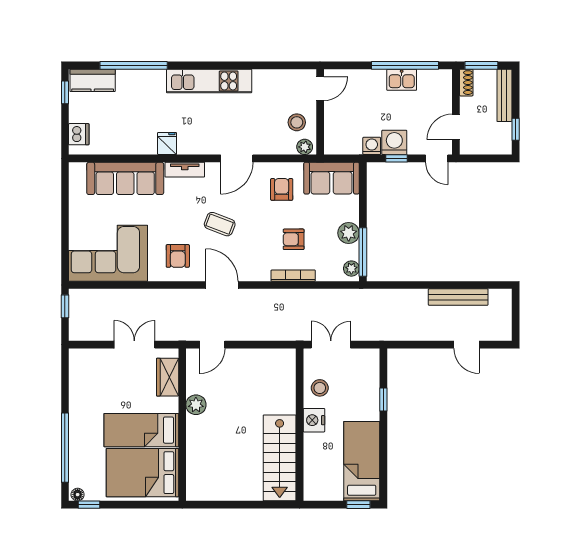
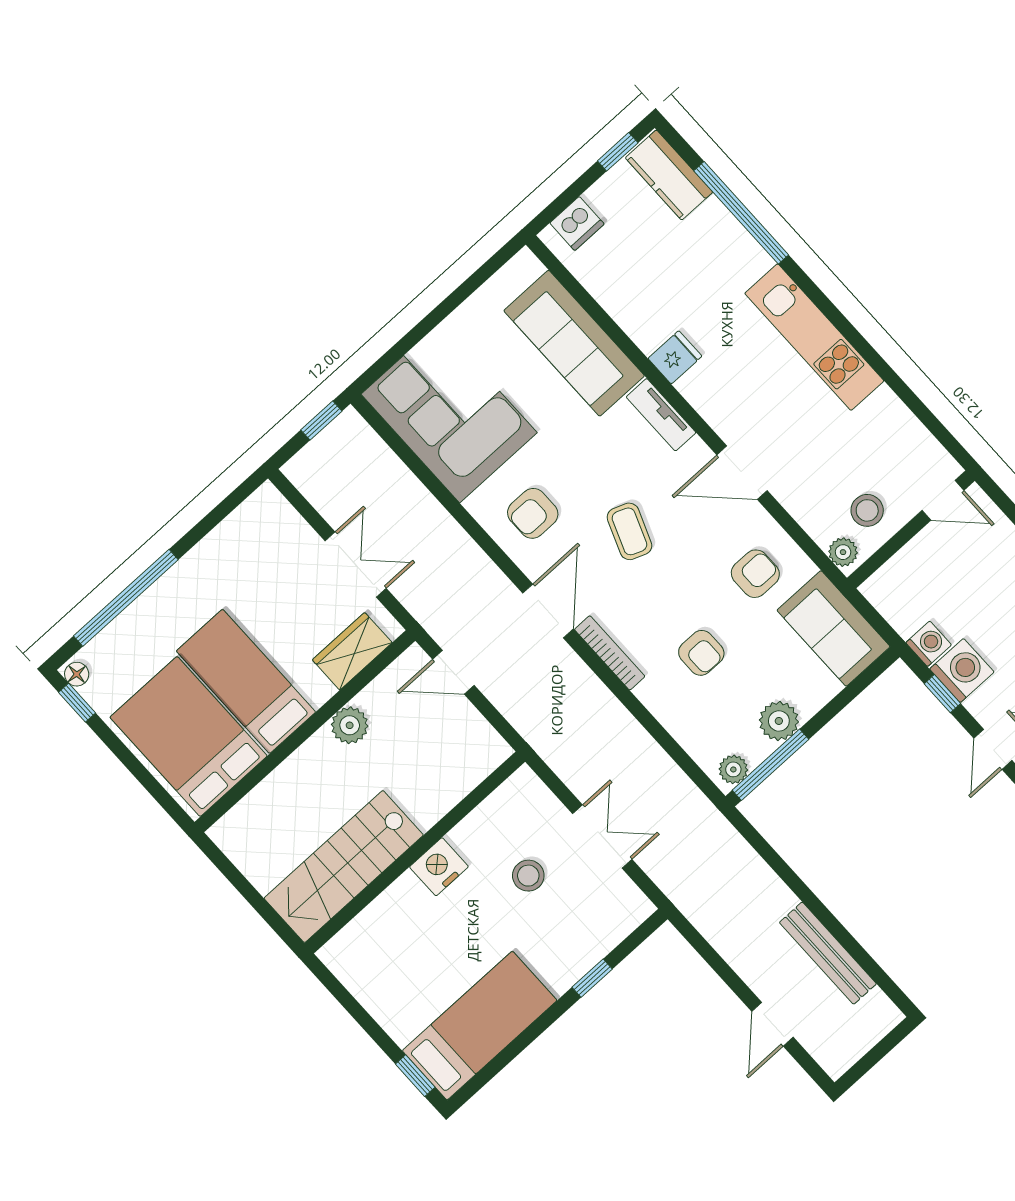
armchair: (294, 239) -> (701, 653), turned 180
bookcase: (293, 276) -> (610, 653), moved
nightstand: (314, 420) -> (439, 867), moved
wall: (300, 425) -> (415, 852), moved
stairs: (280, 458) -> (344, 867), moved

